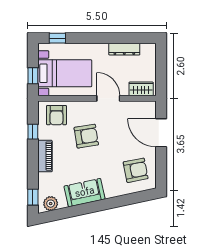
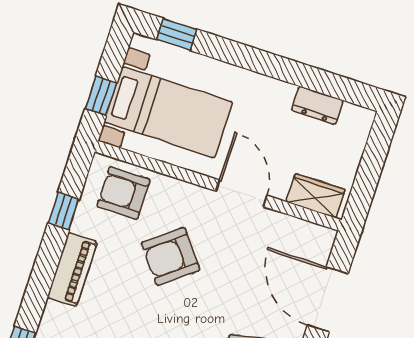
dresser: (124, 49) -> (317, 105), width x0.70
armchair: (56, 115) -> (123, 193), turned 90
armchair: (86, 136) -> (171, 256), turned 151

